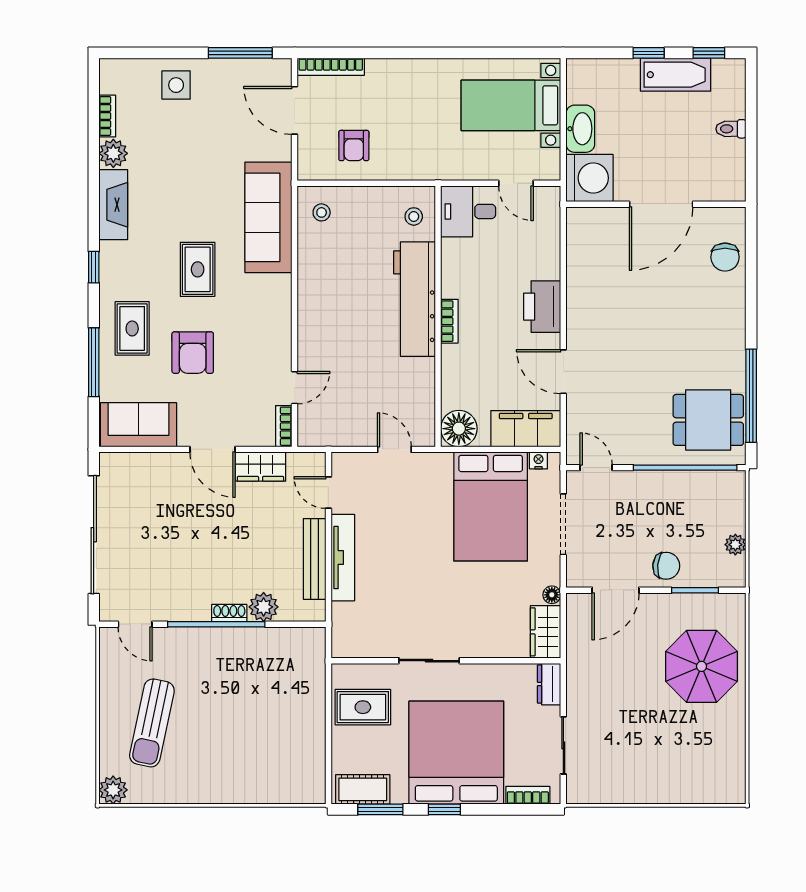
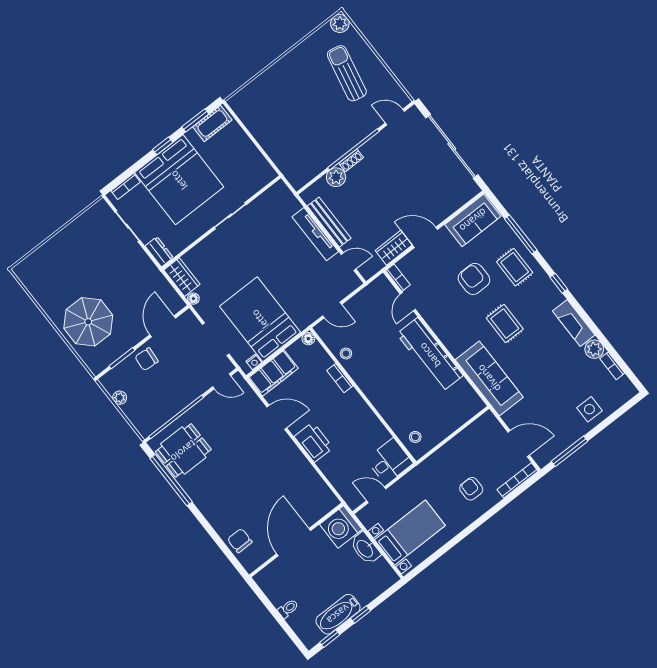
armchair: (354, 146) -> (471, 489), moved
stool: (322, 212) -> (346, 354), moved
workbench: (415, 299) -> (430, 355), moved, turned 180
bookcase: (449, 321) -> (340, 378), moved
floor lamp: (459, 429) -> (308, 339), width x0.53, depth x0.53
rug: (363, 707) -> (245, 166), removed

